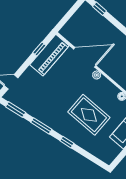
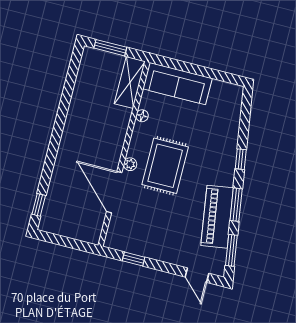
piano: (49, 55) -> (217, 217), moved, turned -98
rug: (89, 115) -> (165, 166), moved

